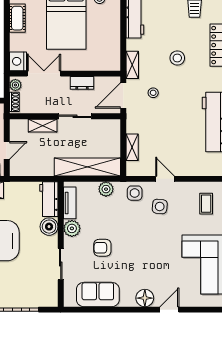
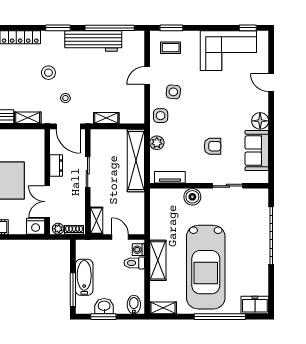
stool: (177, 58) -> (48, 73), moved
shelving: (132, 65) -> (28, 118), moved
shelving: (43, 126) -> (97, 221), moved
shelving: (132, 147) -> (106, 118), moved
door: (165, 179) -> (147, 75), moved
workbench: (49, 199) -> (166, 197), removed
plant: (72, 228) -> (194, 175), removed
armchair: (102, 248) -> (212, 146), turned -90
floor lamp: (145, 298) -> (260, 121), moved

